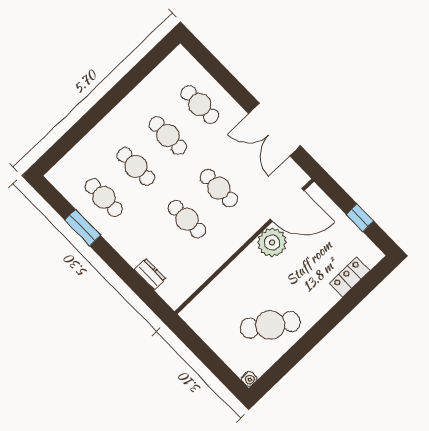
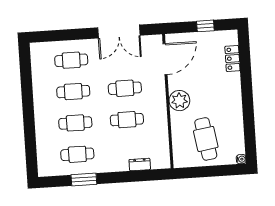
plant: (272, 242) -> (179, 101), moved
cafe table: (270, 325) -> (206, 139), moved, turned -44

